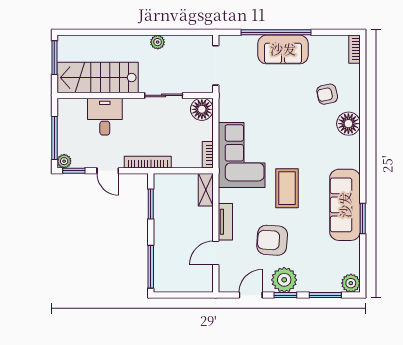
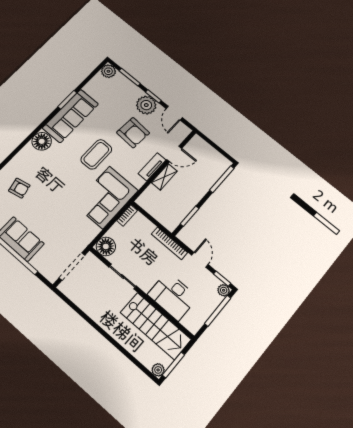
plant: (158, 42) -> (158, 370), moved
desk: (105, 117) -> (173, 296), width x1.37
floor lamp: (348, 124) -> (42, 141), moved
shelving: (206, 190) -> (164, 177), moved
door: (251, 295) -> (174, 113), hinge flipped

